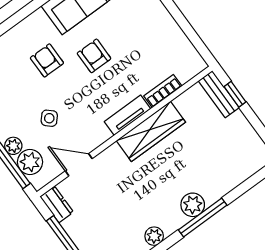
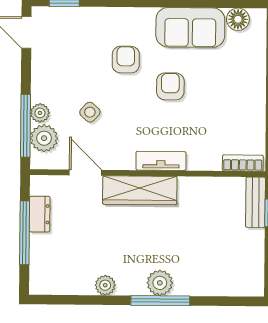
bookcase: (163, 91) -> (243, 163), moved
wardrobe: (151, 131) -> (140, 190), moved
dresser: (57, 204) -> (40, 214), moved

